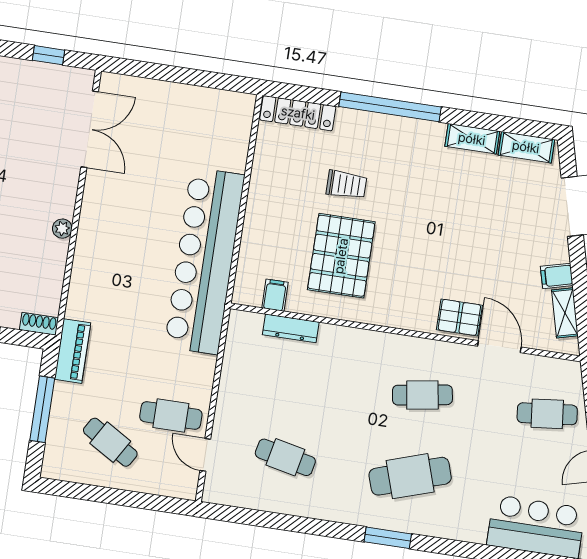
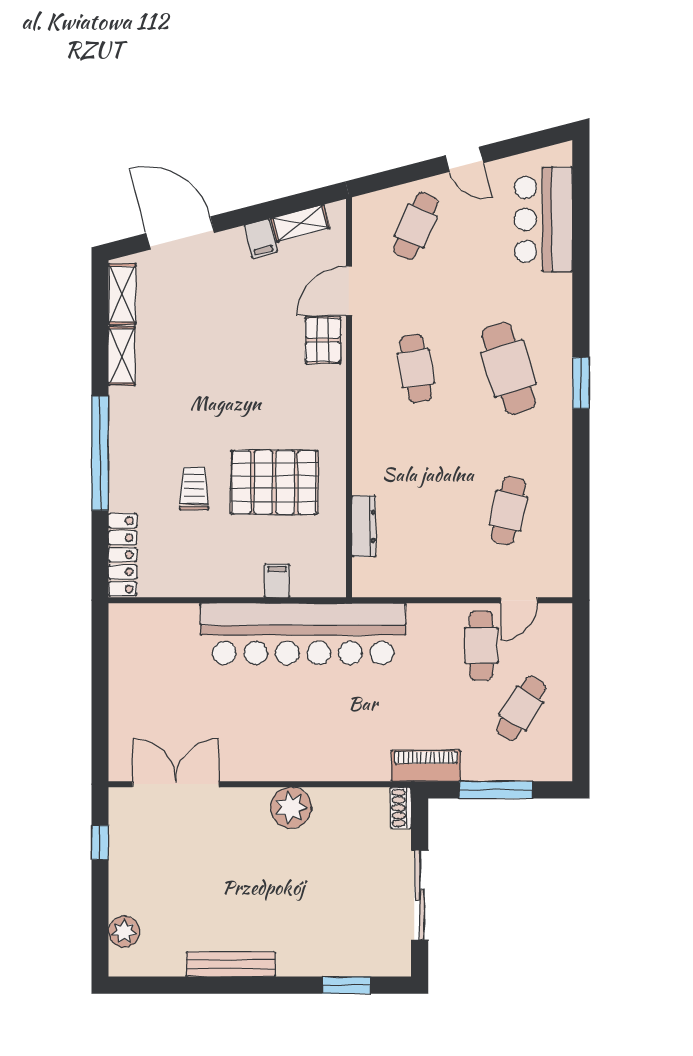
plant: (62, 229) -> (291, 808), width x1.87, depth x1.87
filing cabinet: (275, 295) -> (277, 581), moved, turned 90
cafe table: (547, 414) -> (416, 226), turned 30

